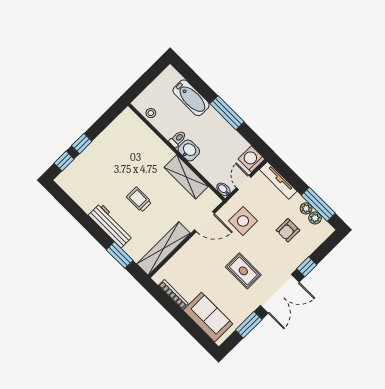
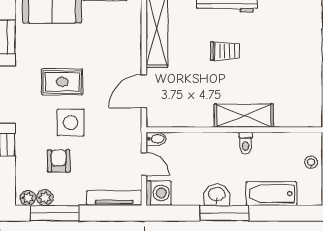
stool: (151, 113) -> (311, 162), moved
washbasin: (189, 150) -> (217, 195), moved, turned 180
shelving: (186, 177) -> (244, 116), moved
plant: (306, 208) -> (28, 198), moved
side table: (243, 221) -> (71, 123), moved

